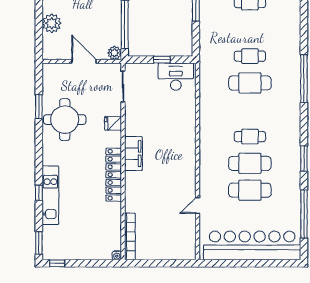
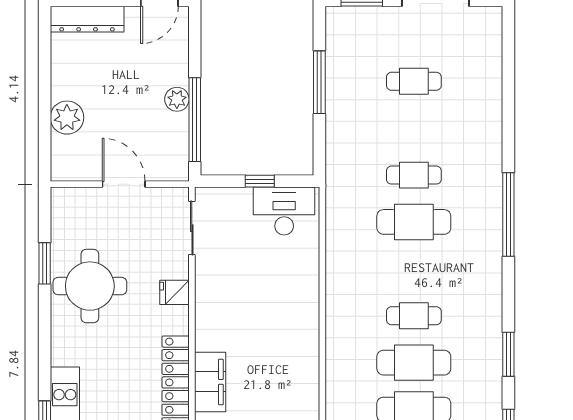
plant: (114, 53) -> (177, 99), moved
filing cabinet: (133, 154) -> (210, 382), moved

